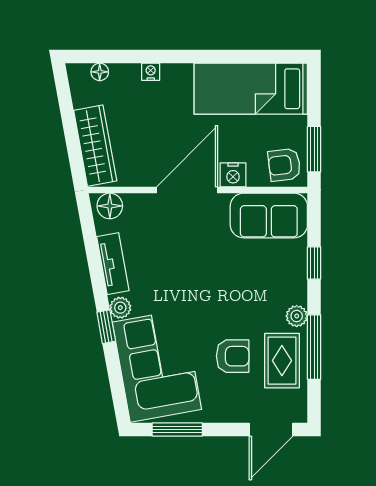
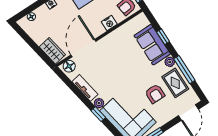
wardrobe: (95, 146) -> (52, 51), width x0.67
door: (187, 190) -> (83, 48), moved
sofa: (269, 215) -> (152, 45), moved, turned 90
armchair: (233, 356) -> (155, 94), turned 90

